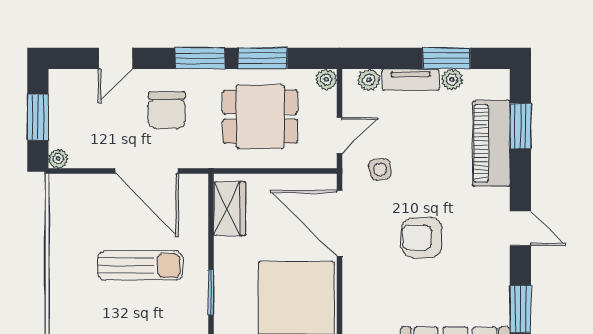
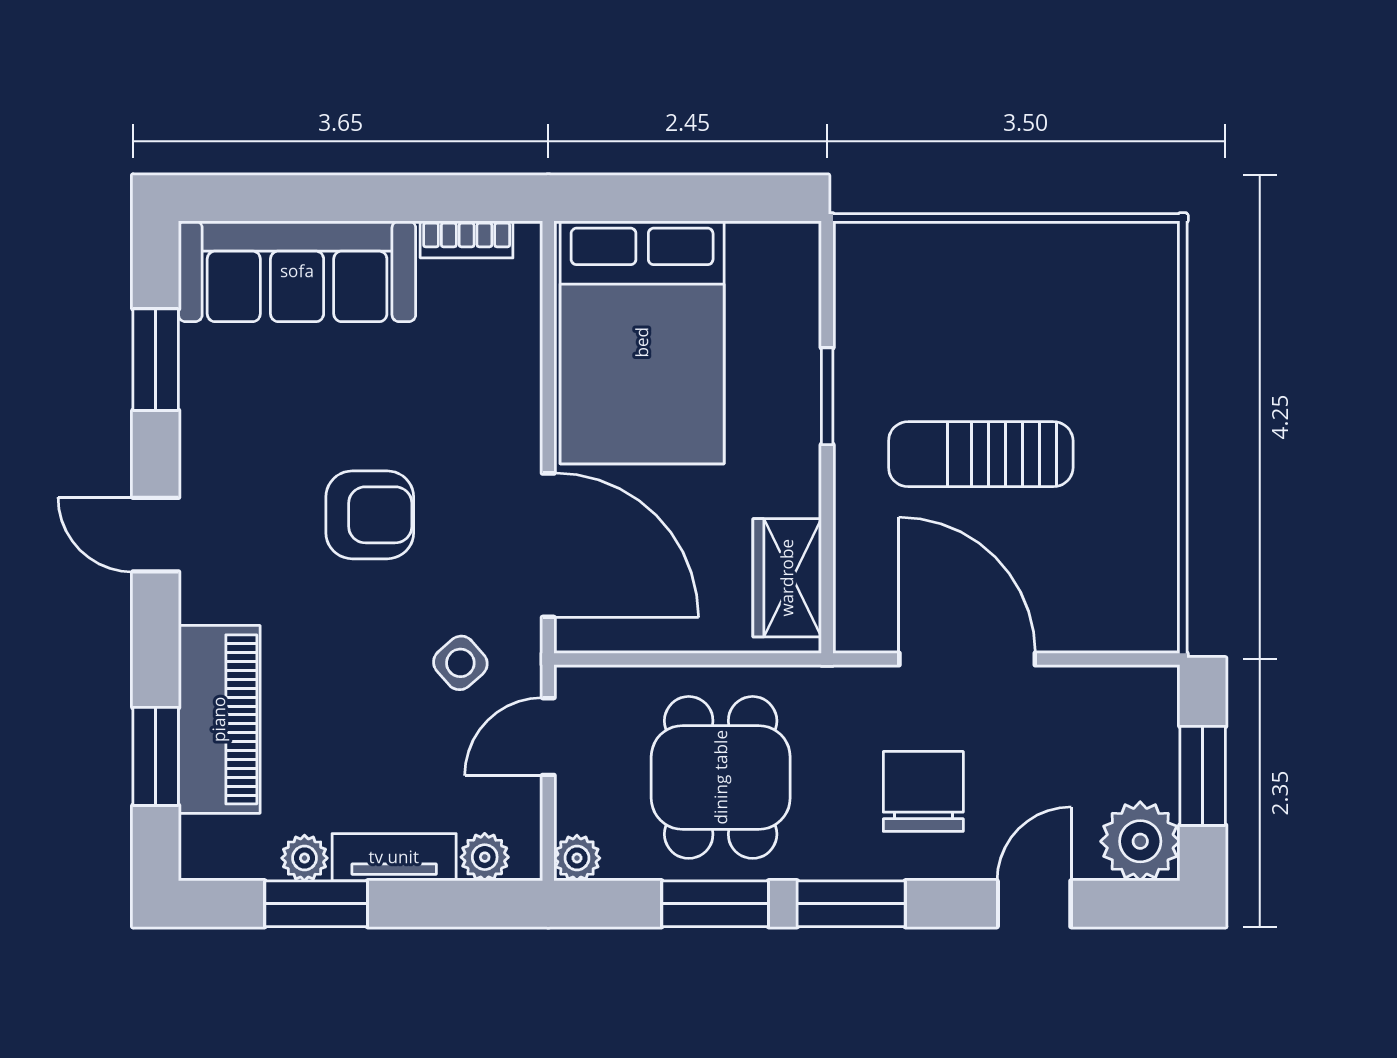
dining table: (260, 117) -> (721, 777), turned 90
plant: (58, 159) -> (1140, 841), moved, width x1.88, depth x1.88
side table: (380, 169) -> (460, 663), turned -31

